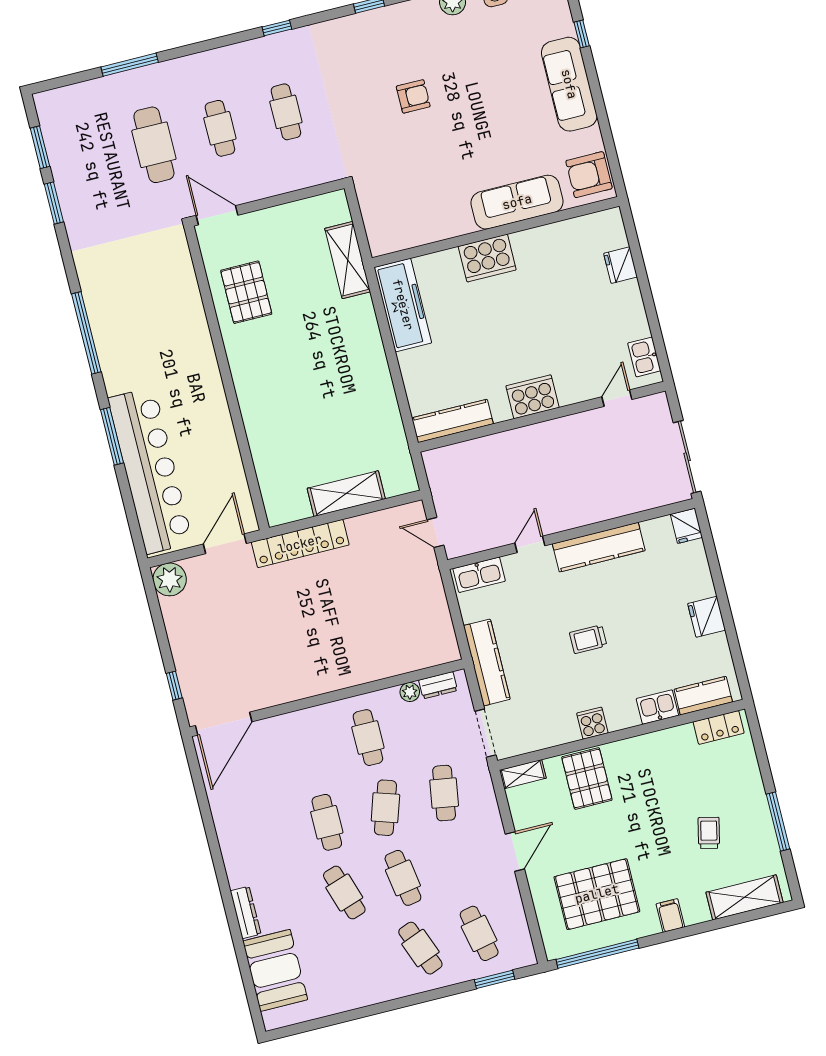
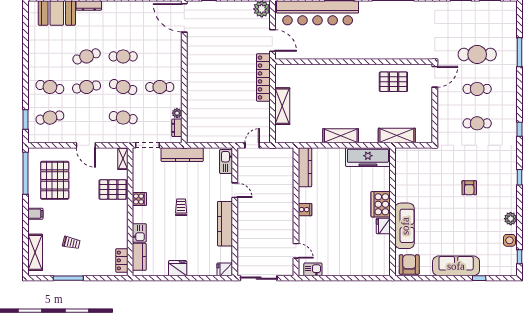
fridge: (621, 265) -> (383, 226), moved, turned -90
shelving: (375, 368) -> (341, 136), added
cooker: (532, 397) -> (305, 210), width x0.53, depth x0.76
cafe table: (420, 948) -> (50, 87), turned 33

